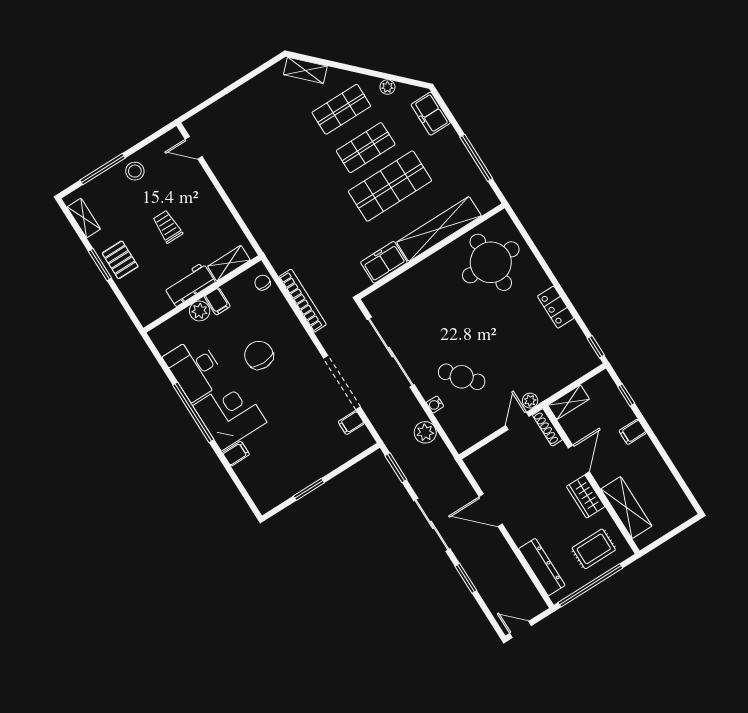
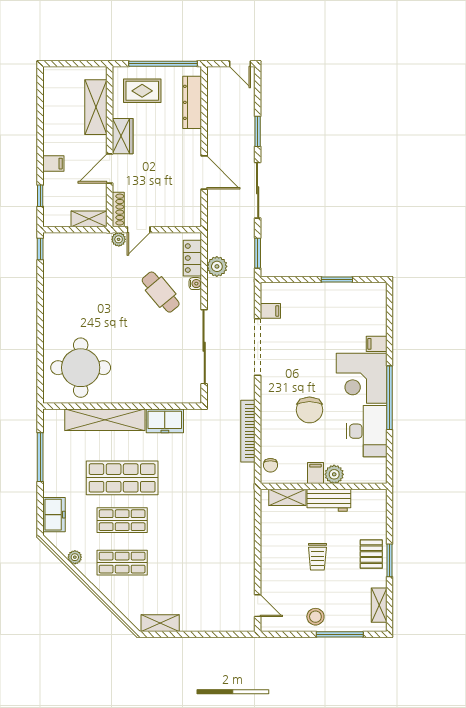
shelving: (305, 70) -> (160, 623), moved, turned -45
locker: (556, 307) -> (192, 258), moved, turned 180

